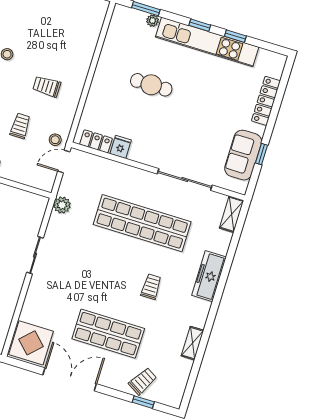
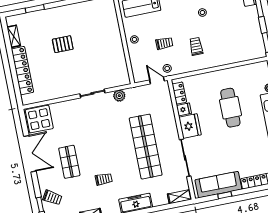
cafe table: (151, 85) -> (230, 108), width x1.37, depth x1.35
fridge: (147, 151) -> (190, 126), added
sofa: (243, 155) -> (218, 185), width x1.36
plant: (62, 205) -> (119, 96), moved
trolley: (151, 287) -> (104, 179), moved
shop shelf: (108, 334) -> (69, 162), width x0.70, depth x0.74

